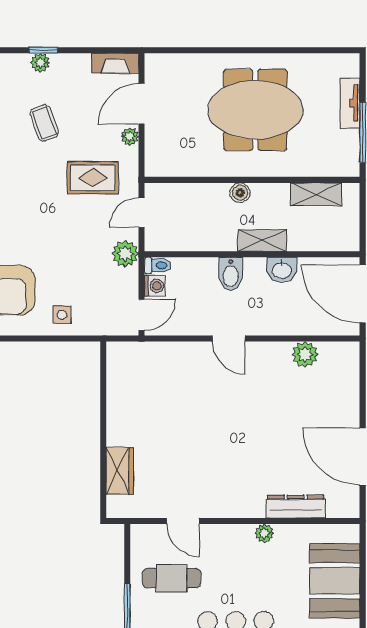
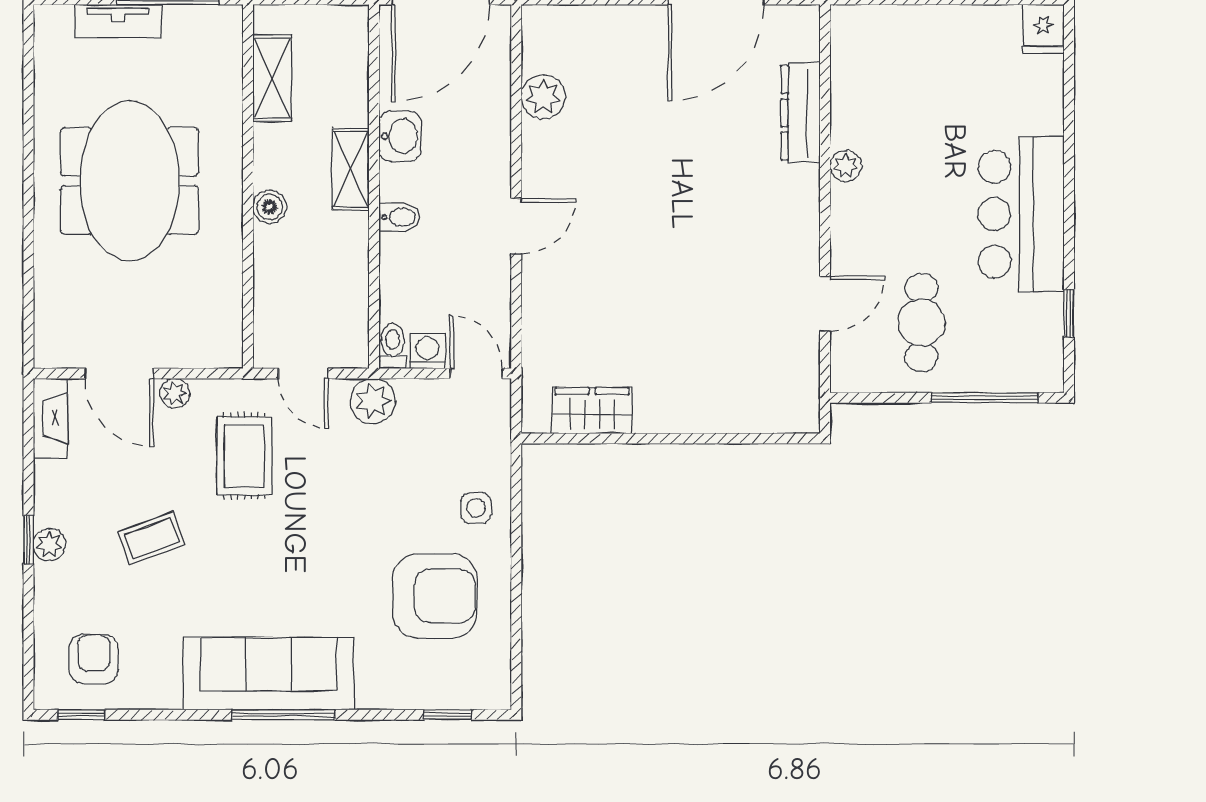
bidet: (231, 274) -> (400, 217), width x0.72, depth x0.74
wardrobe: (120, 471) -> (592, 410), moved
booth: (335, 581) -> (926, 47), removed

